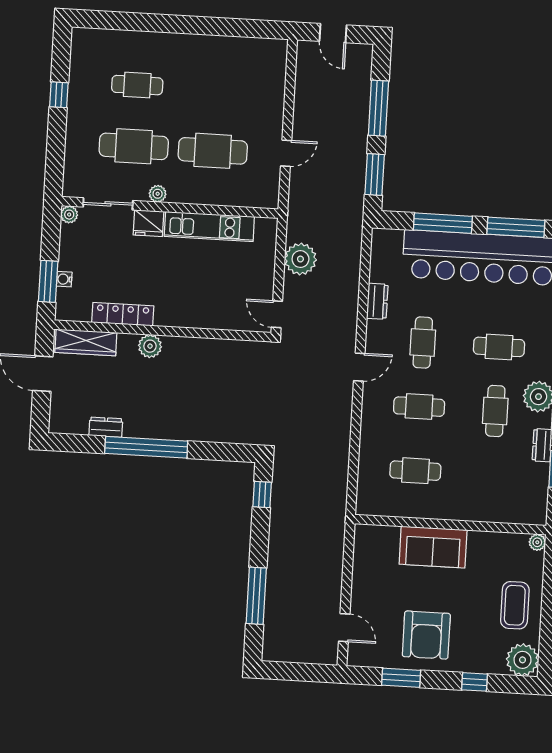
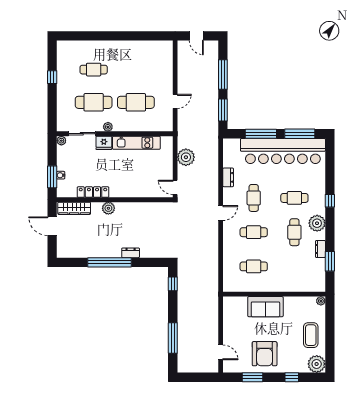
dresser: (106, 427) -> (131, 253), moved

